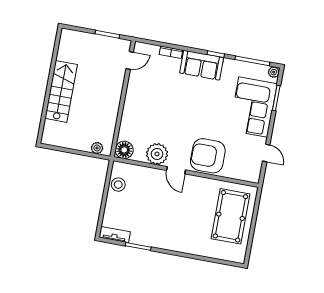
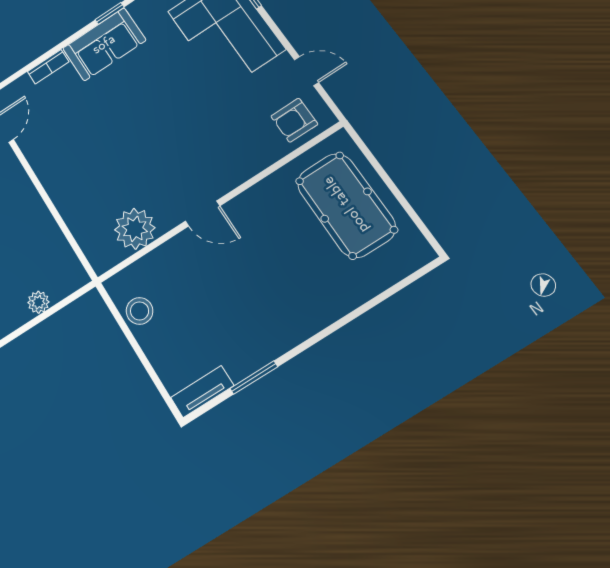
plant: (97, 148) -> (38, 302), moved
floor lamp: (124, 150) -> (103, 254), removed
plant: (157, 154) -> (135, 229), moved
armchair: (208, 156) -> (294, 120), moved, width x0.53, depth x0.53

